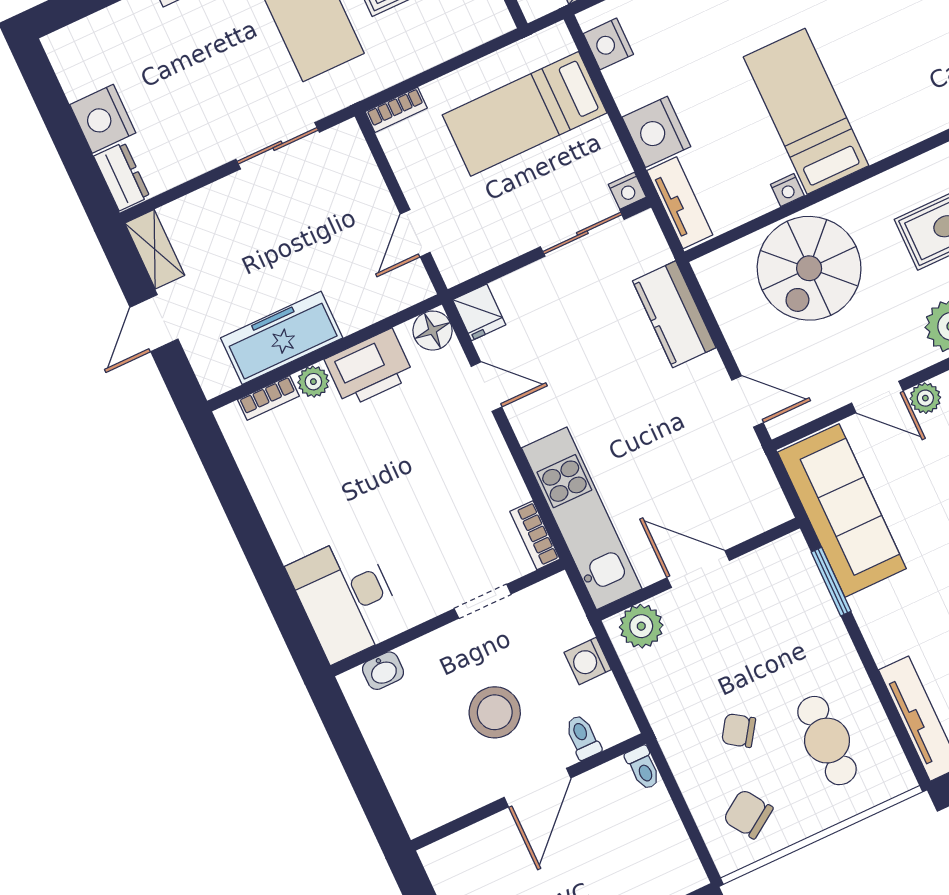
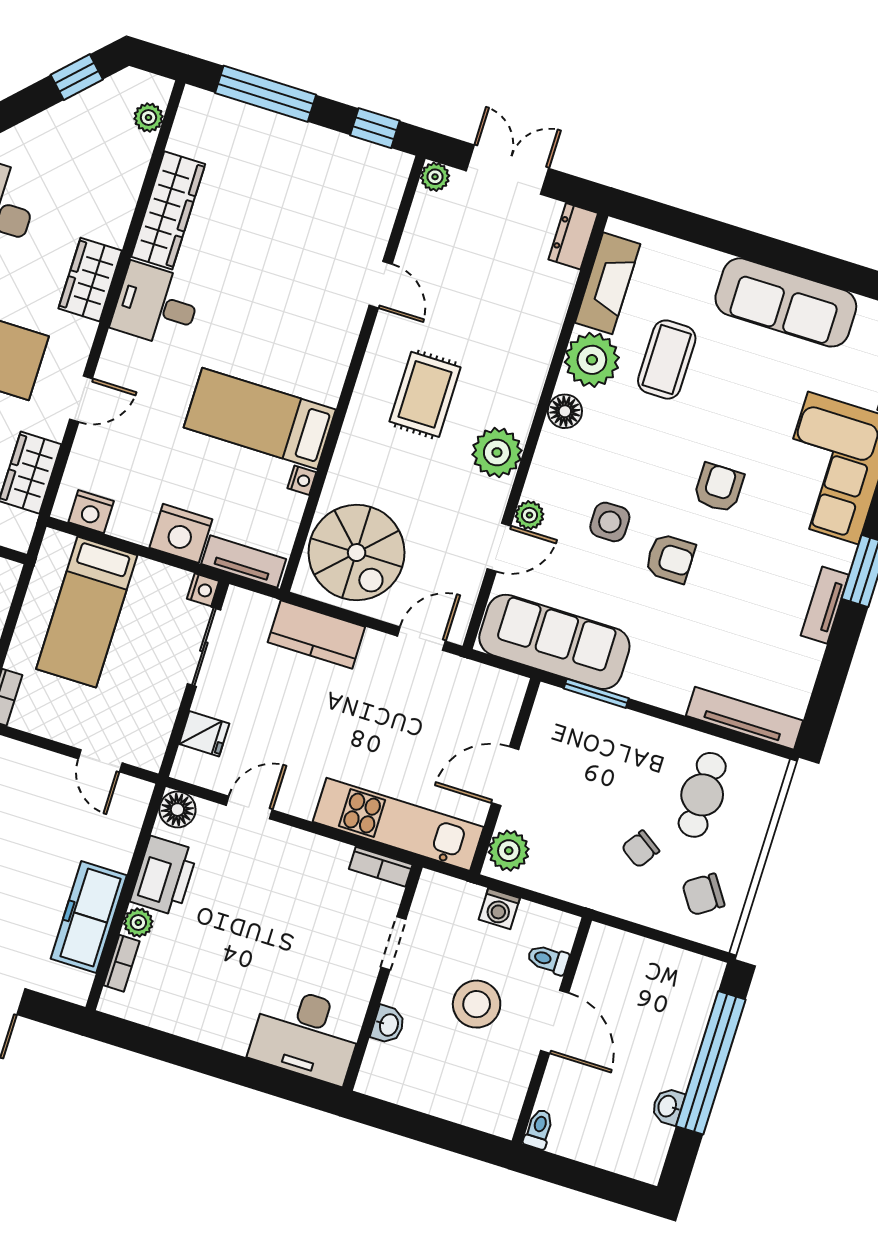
spiral stairs: (809, 268) -> (357, 553), moved
fridge: (479, 312) -> (204, 734), moved
washbasin: (383, 671) -> (388, 1025), moved
cafe table: (827, 741) -> (702, 795), turned 90
toilet: (643, 768) -> (539, 1129), moved, turned -90

